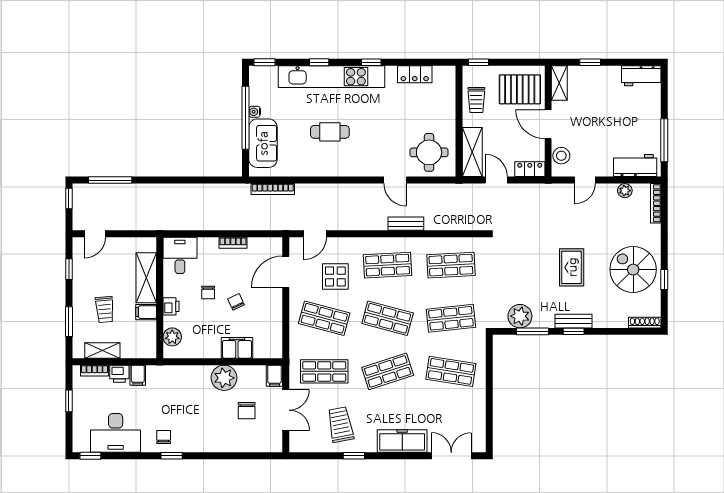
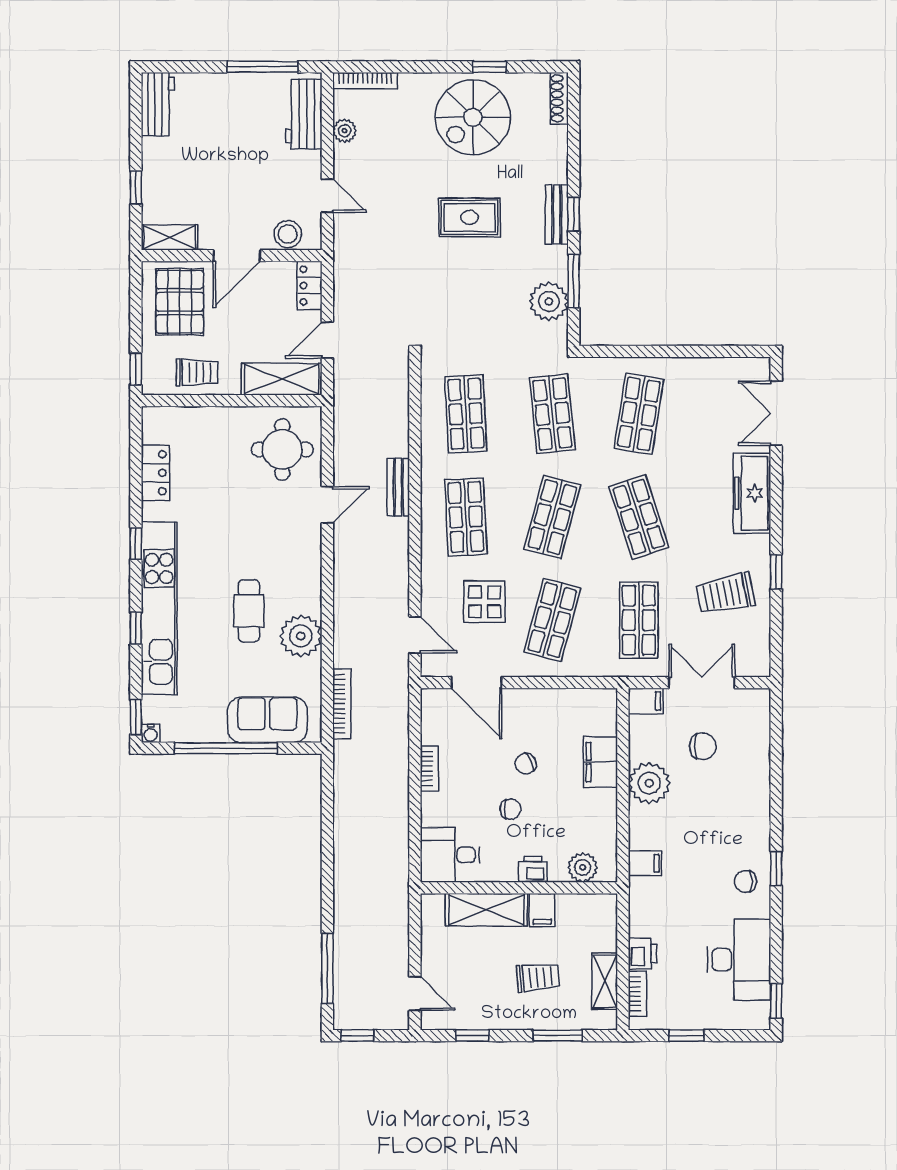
water cooler: (255, 112) -> (151, 733), moved
plant: (314, 164) -> (301, 636), added
filing cabinet: (138, 375) -> (645, 863), moved

